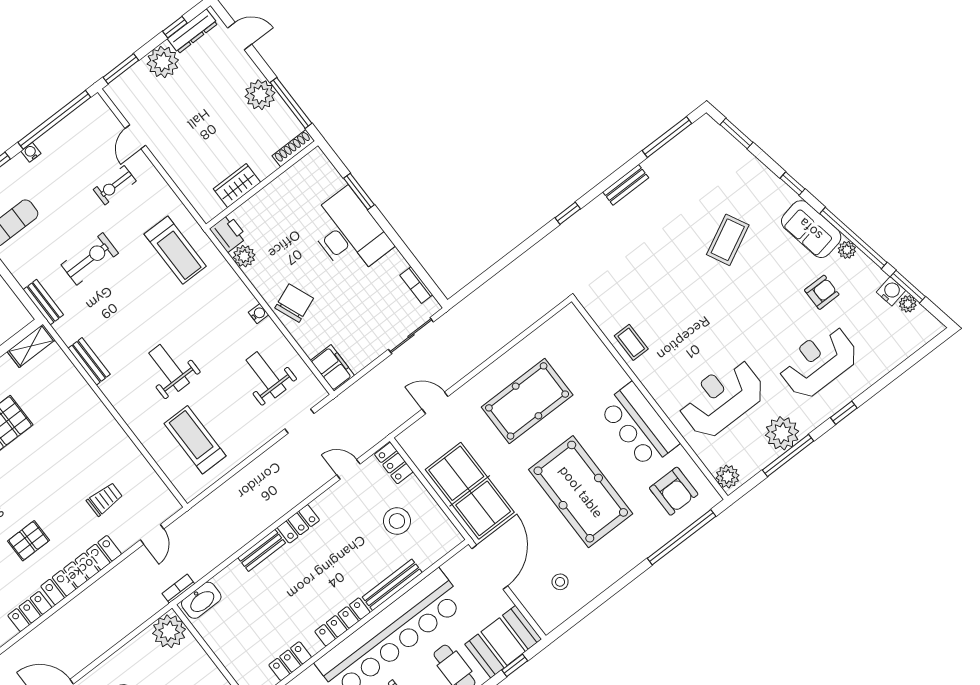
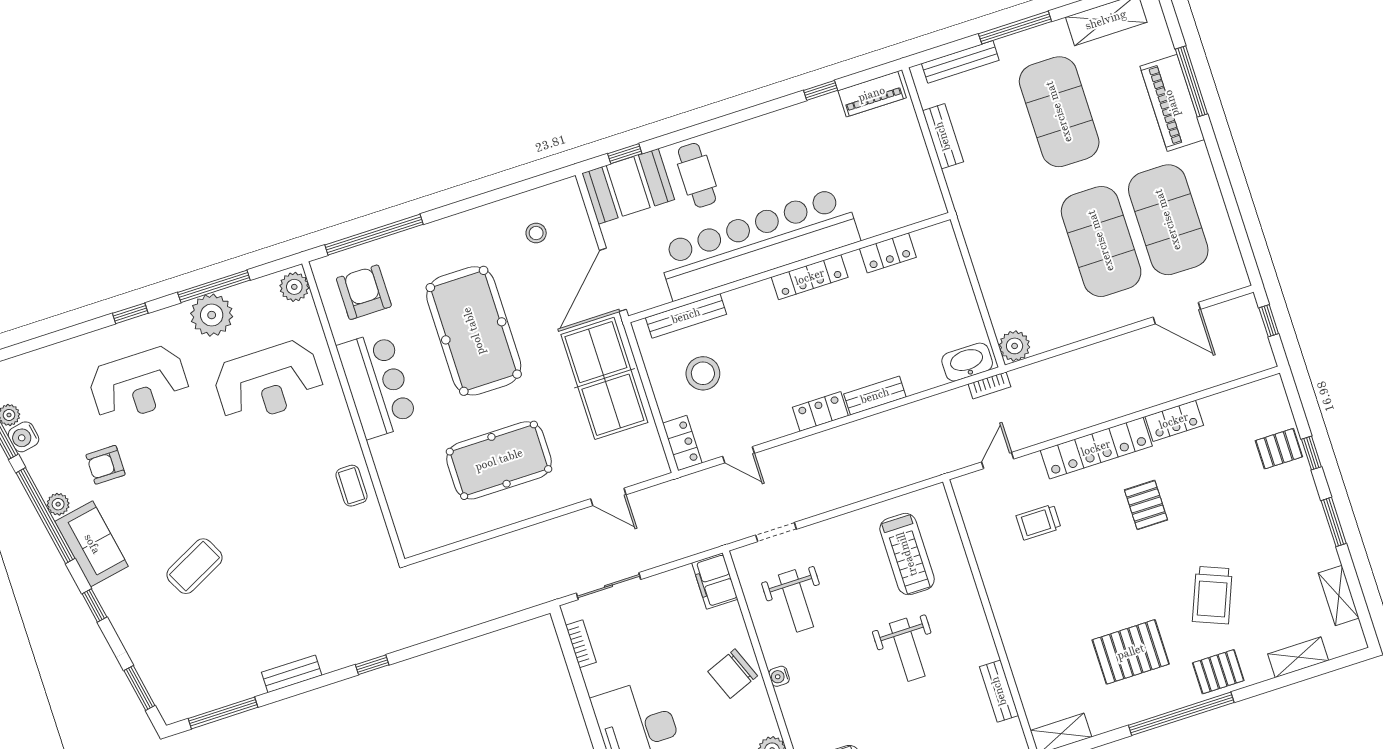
pallet: (28, 541) -> (1146, 505), turned 90
bench: (392, 585) -> (686, 316), moved
plant: (169, 631) -> (1015, 346), width x0.73, depth x0.73

